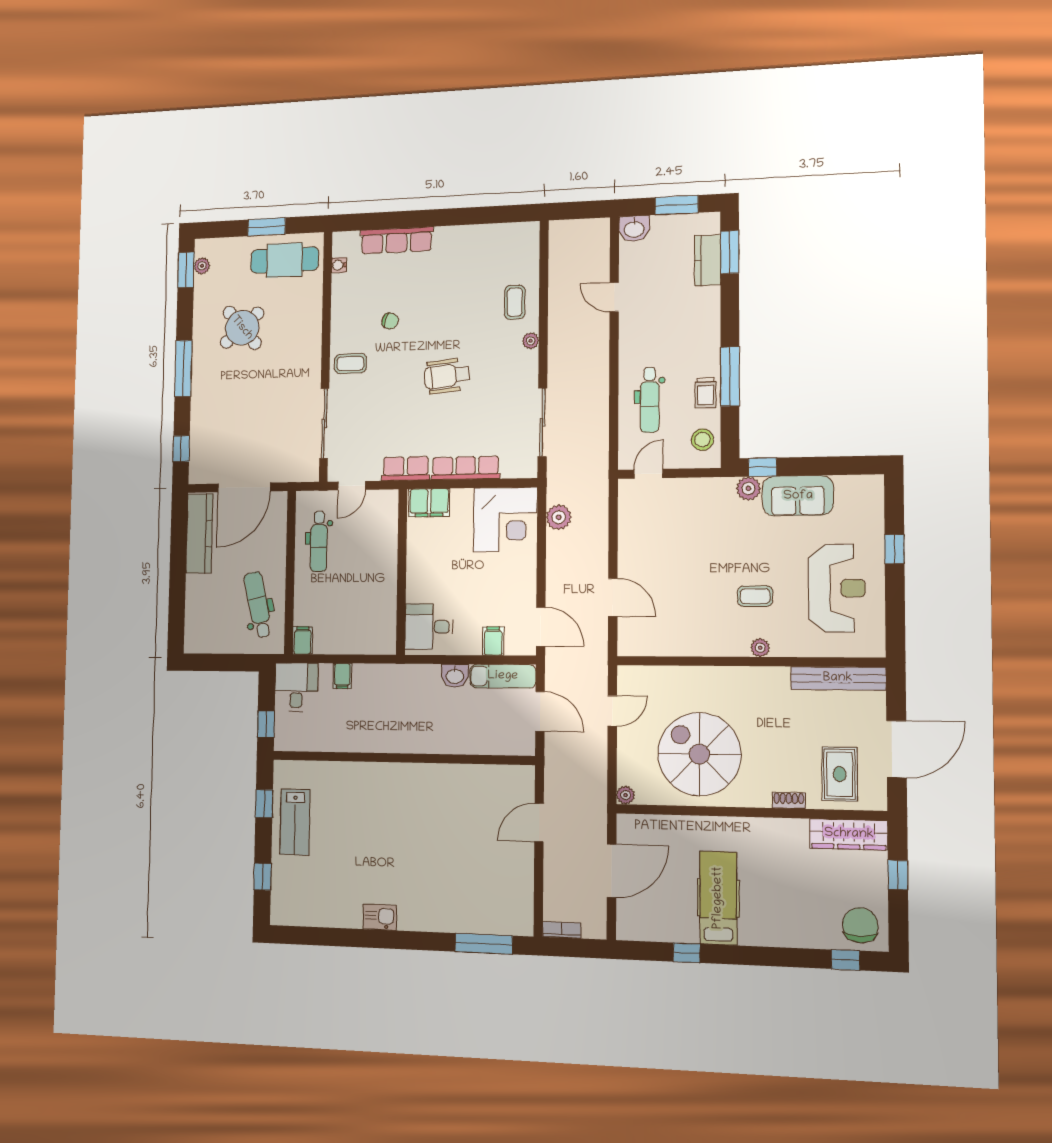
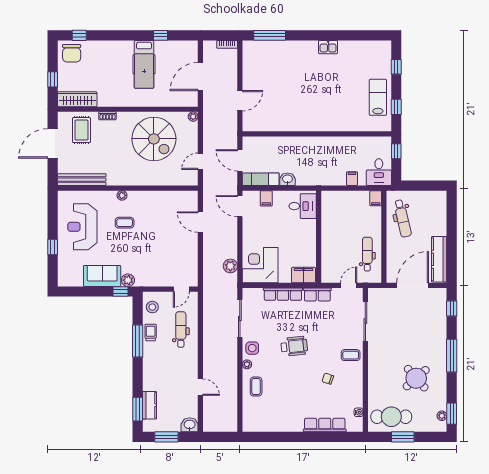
side table: (521, 370) -> (252, 348), added

